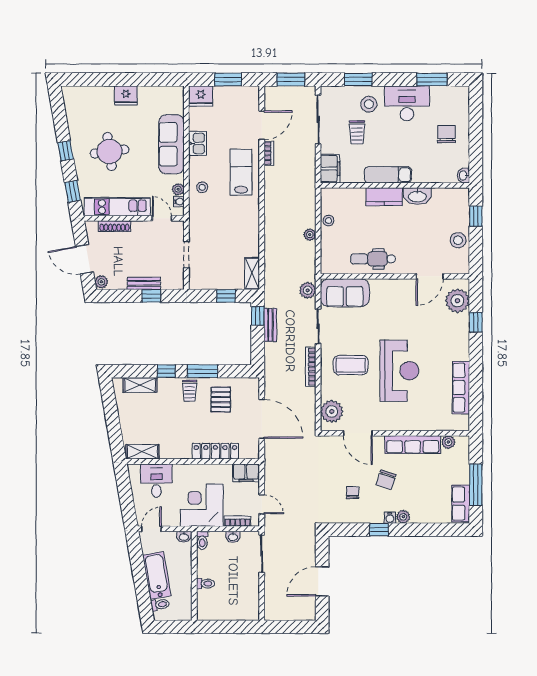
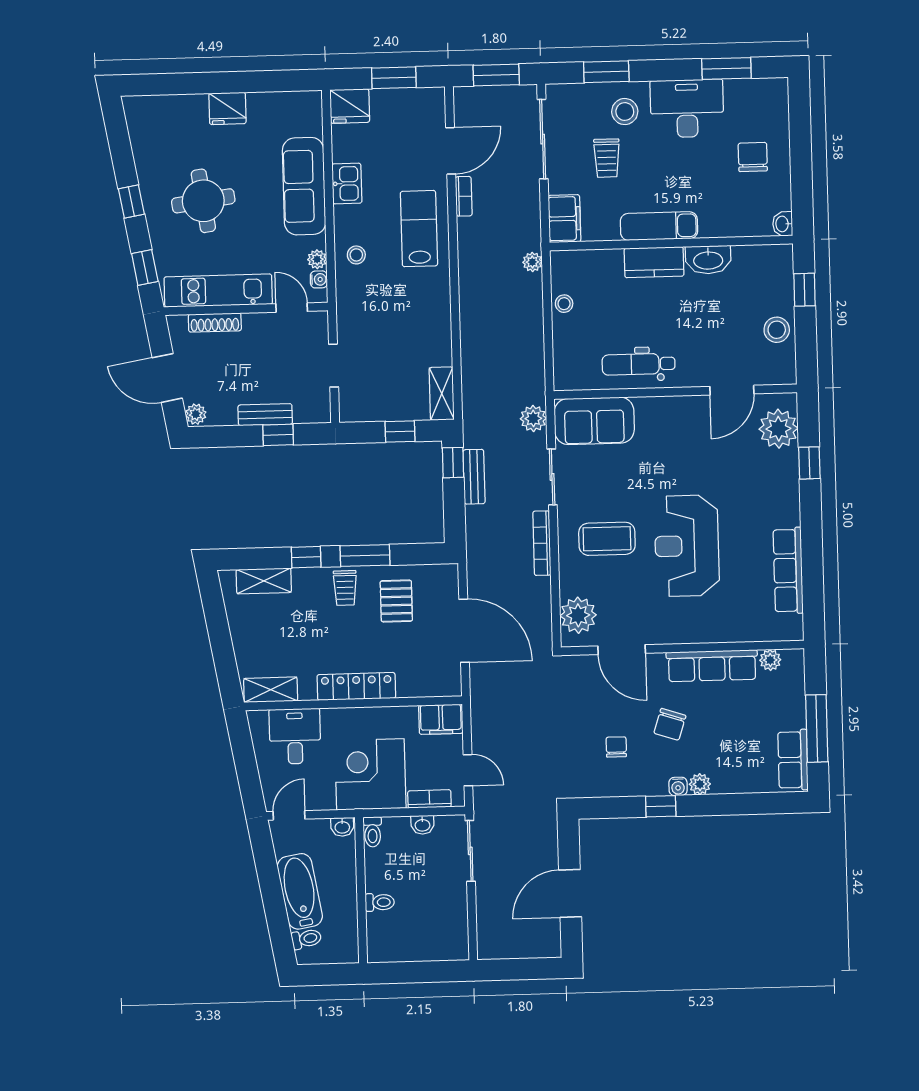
plant: (310, 235) -> (532, 262), moved
reception desk: (399, 371) -> (687, 546), turned 180
locker: (215, 451) -> (356, 686), moved

